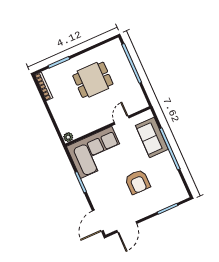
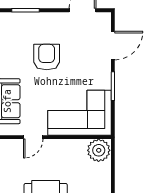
plant: (68, 137) -> (99, 150), width x1.87, depth x1.87
door: (98, 221) -> (113, 46), moved

